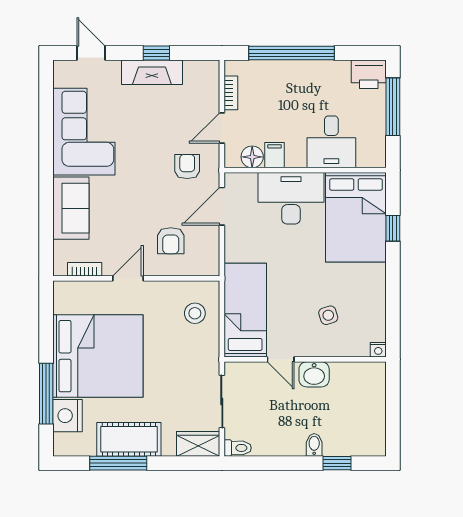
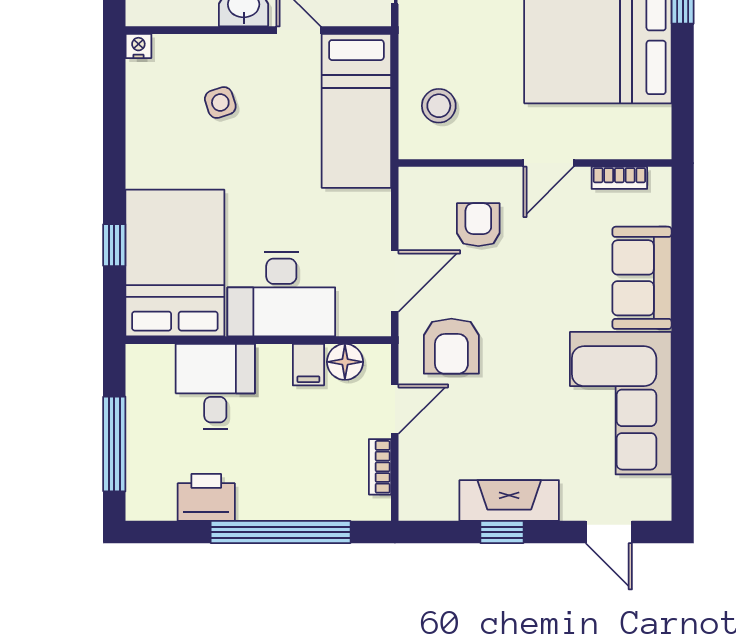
printer: (369, 74) -> (206, 497), moved
armchair: (187, 167) -> (451, 346), width x1.38, depth x1.38

